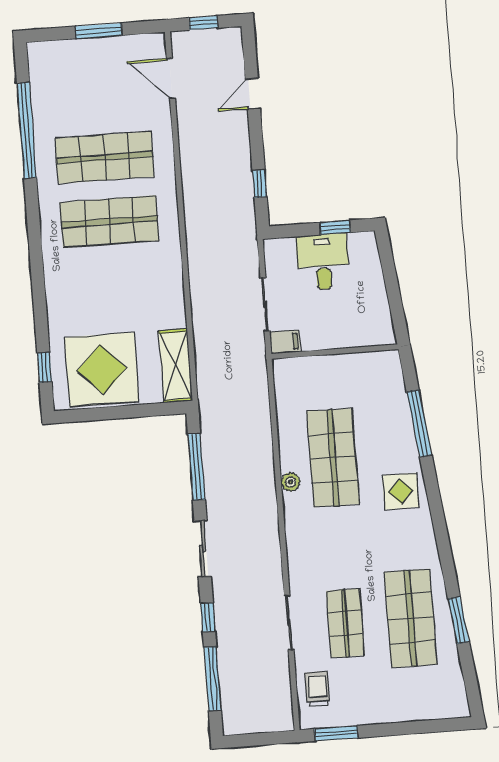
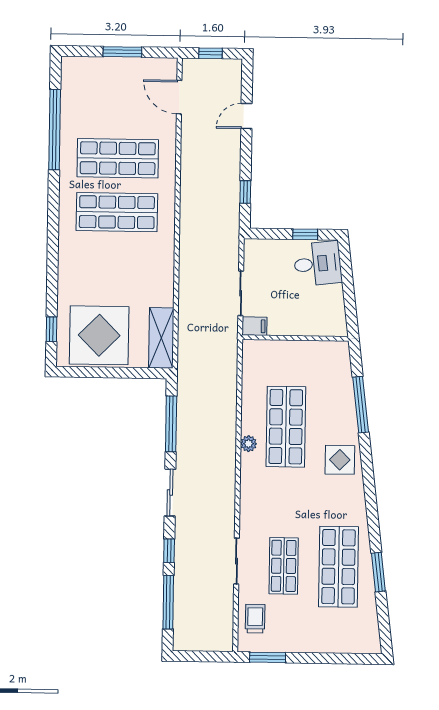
desk: (323, 262) -> (318, 264), moved, turned 83

